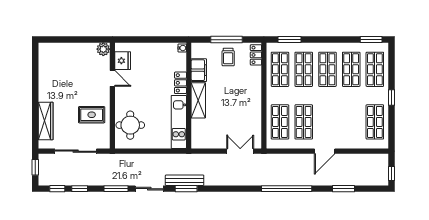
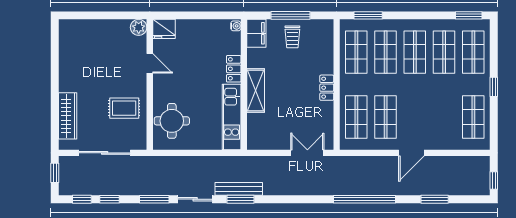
locker: (256, 55) -> (327, 88), moved
fridge: (123, 61) -> (164, 29), moved, turned 90
filing cabinet: (199, 70) -> (256, 33), moved

